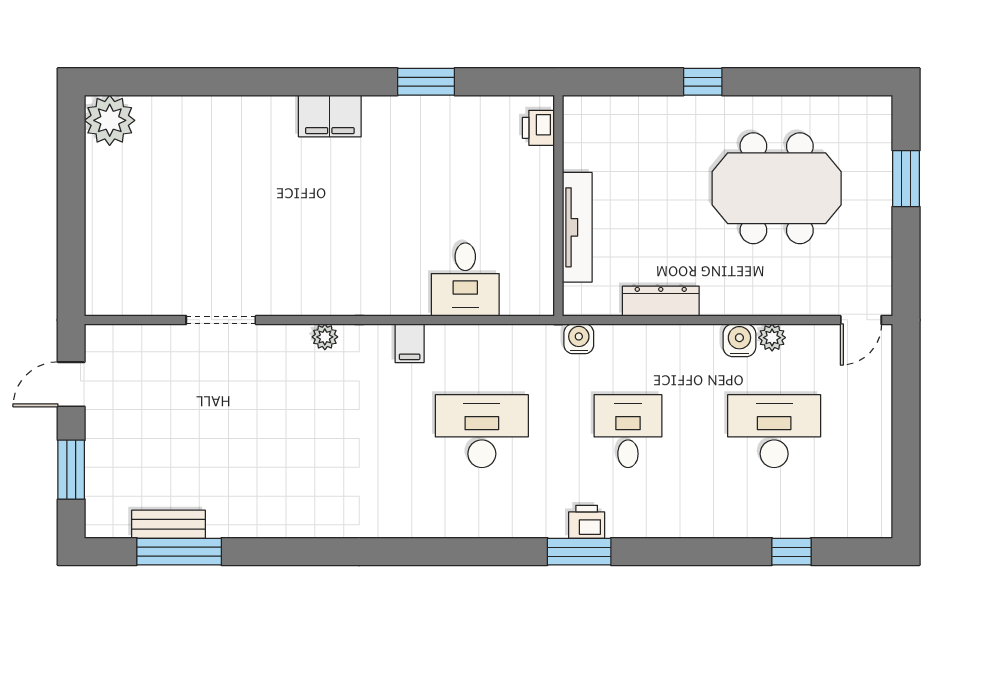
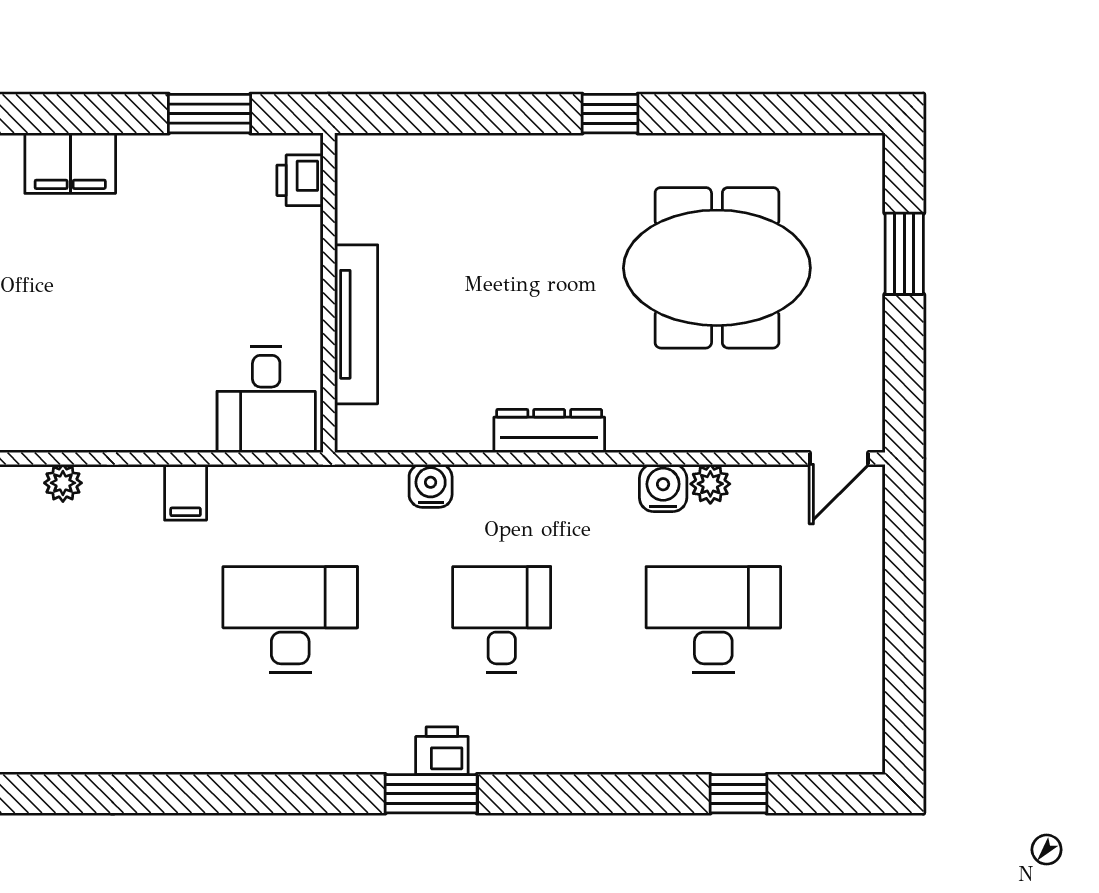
printer: (538, 128) -> (300, 180), moved
wall: (558, 206) -> (329, 293), moved
tv unit: (577, 227) -> (356, 324), moved

